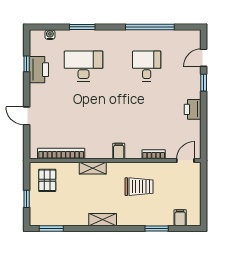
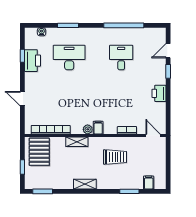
plant: (106, 153) -> (88, 129), added
door: (185, 161) -> (153, 135), hinge flipped
pallet: (47, 180) -> (39, 152), width x1.50, depth x1.42

